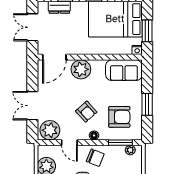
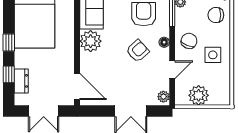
plant: (81, 69) -> (91, 41), moved
plant: (50, 130) -> (163, 97), width x0.53, depth x0.53

